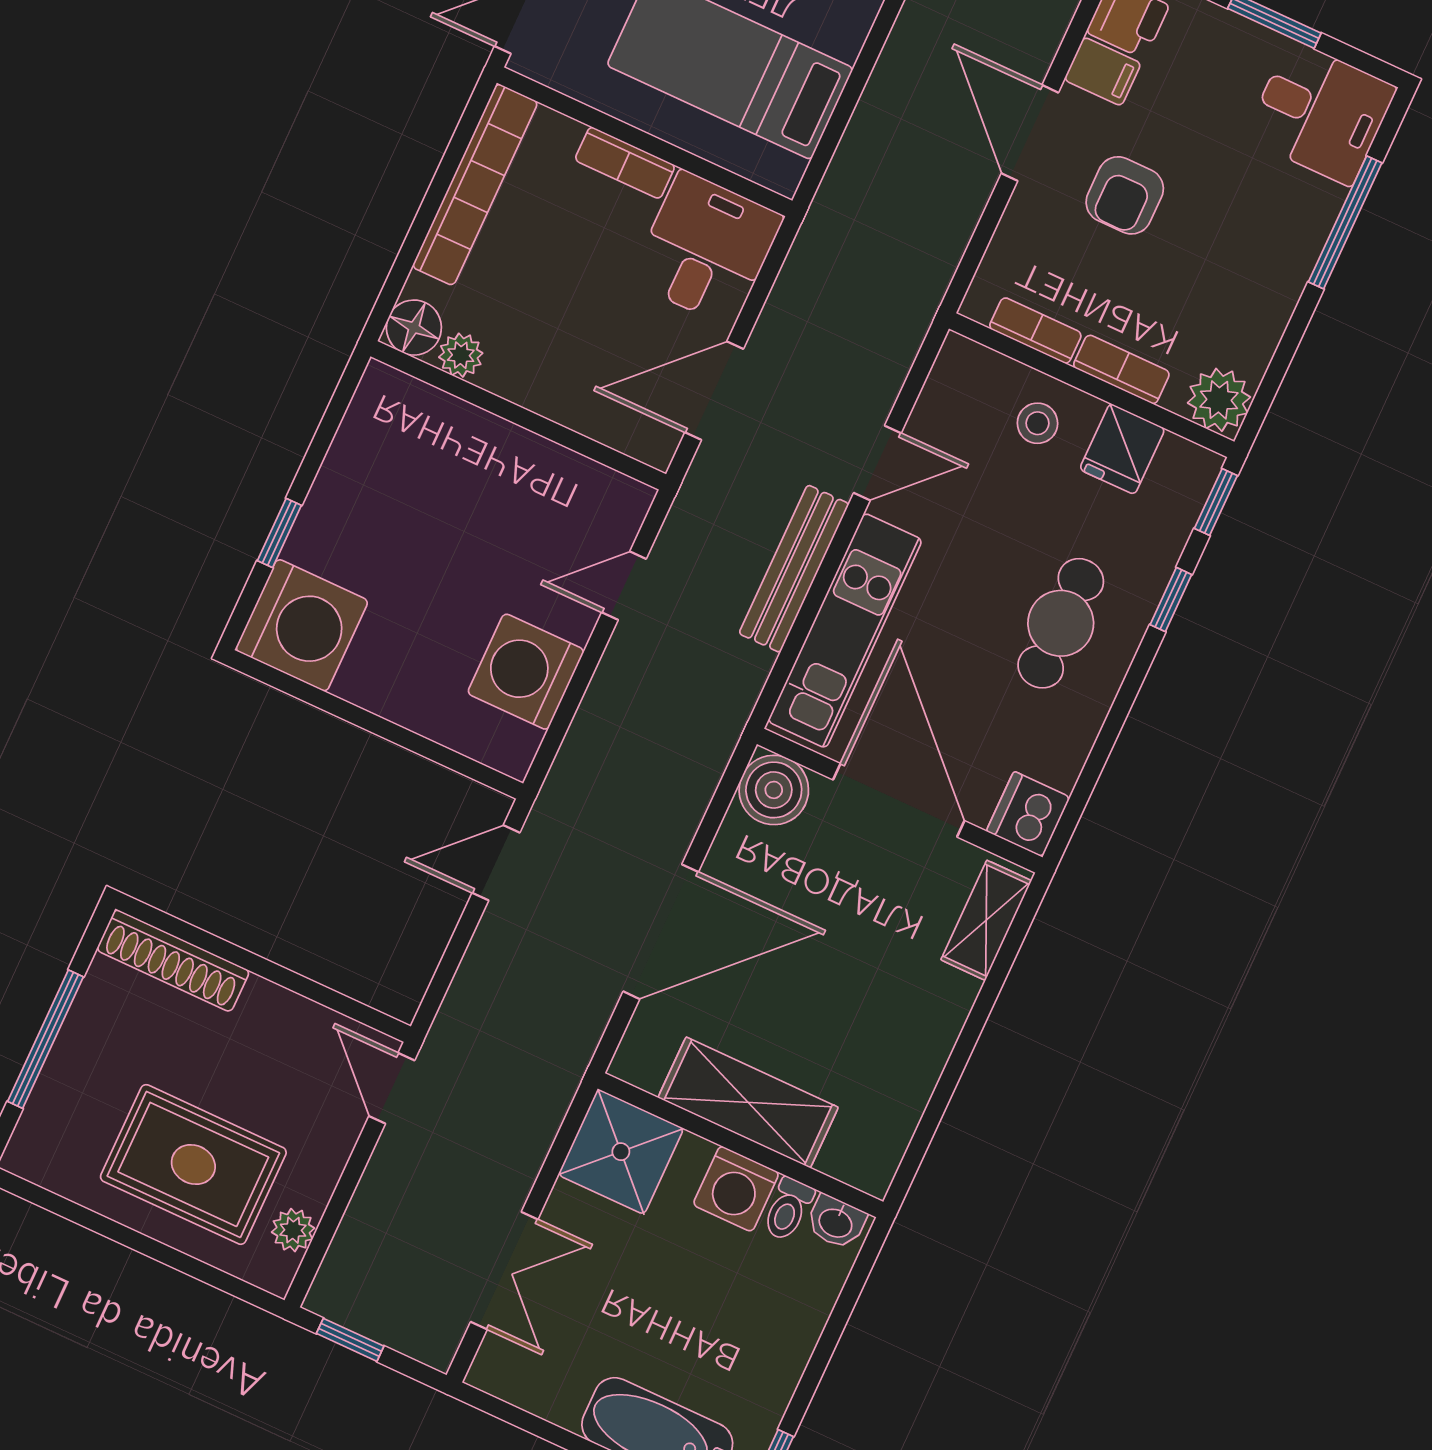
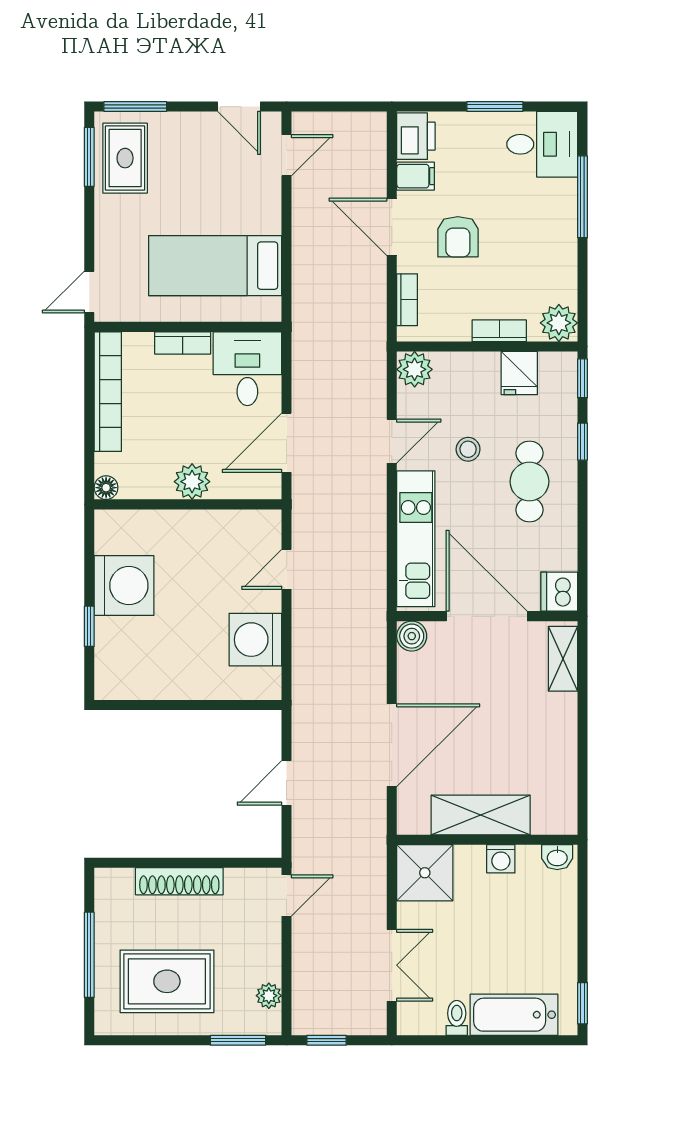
floor lamp: (414, 328) -> (106, 488), width x0.73, depth x0.73
bookcase: (1035, 331) -> (407, 300), moved, turned 90
plant: (461, 355) -> (192, 482), moved, width x1.38, depth x1.38
plant: (964, 369) -> (415, 369), added
stool: (1037, 423) -> (468, 449), moved
bench: (794, 569) -> (373, 518), removed
washing machine: (302, 625) -> (124, 586), moved
boiler: (774, 790) -> (412, 636), width x0.73, depth x0.73
door: (496, 863) -> (287, 783), moved
shoe rack: (173, 961) -> (179, 881), moved
door: (392, 1088) -> (287, 896), swing flipped
rug: (193, 1164) -> (167, 981), moved
washing machine: (736, 1189) -> (501, 859), width x0.73, depth x0.73
toilet: (788, 1209) -> (457, 1018), moved, turned 180
window: (214, 1277) -> (238, 1040), added

